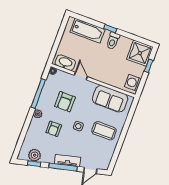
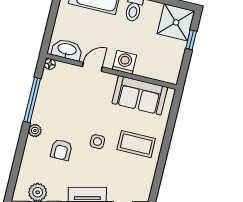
door: (81, 76) -> (92, 67), hinge flipped
washing machine: (133, 83) -> (125, 62), moved, turned 90
armchair: (65, 102) -> (73, 108), removed

